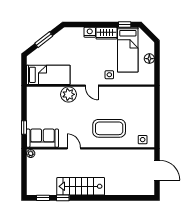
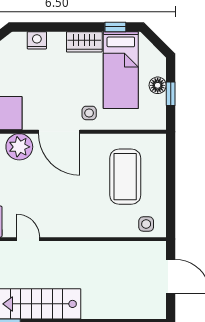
nightstand: (90, 32) -> (37, 40), moved
window: (157, 63) -> (171, 94), added
door: (92, 86) -> (59, 132), width x1.87
coffee table: (109, 128) -> (125, 177), moved, turned 90

